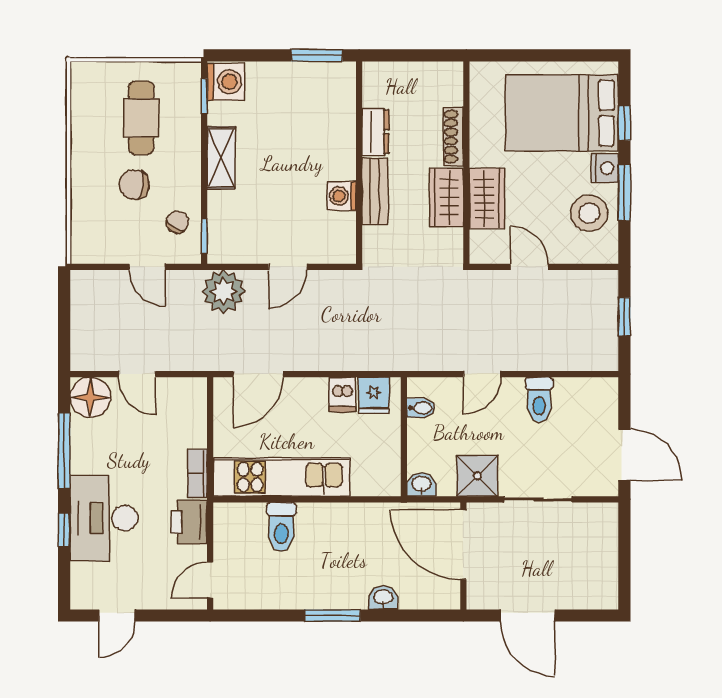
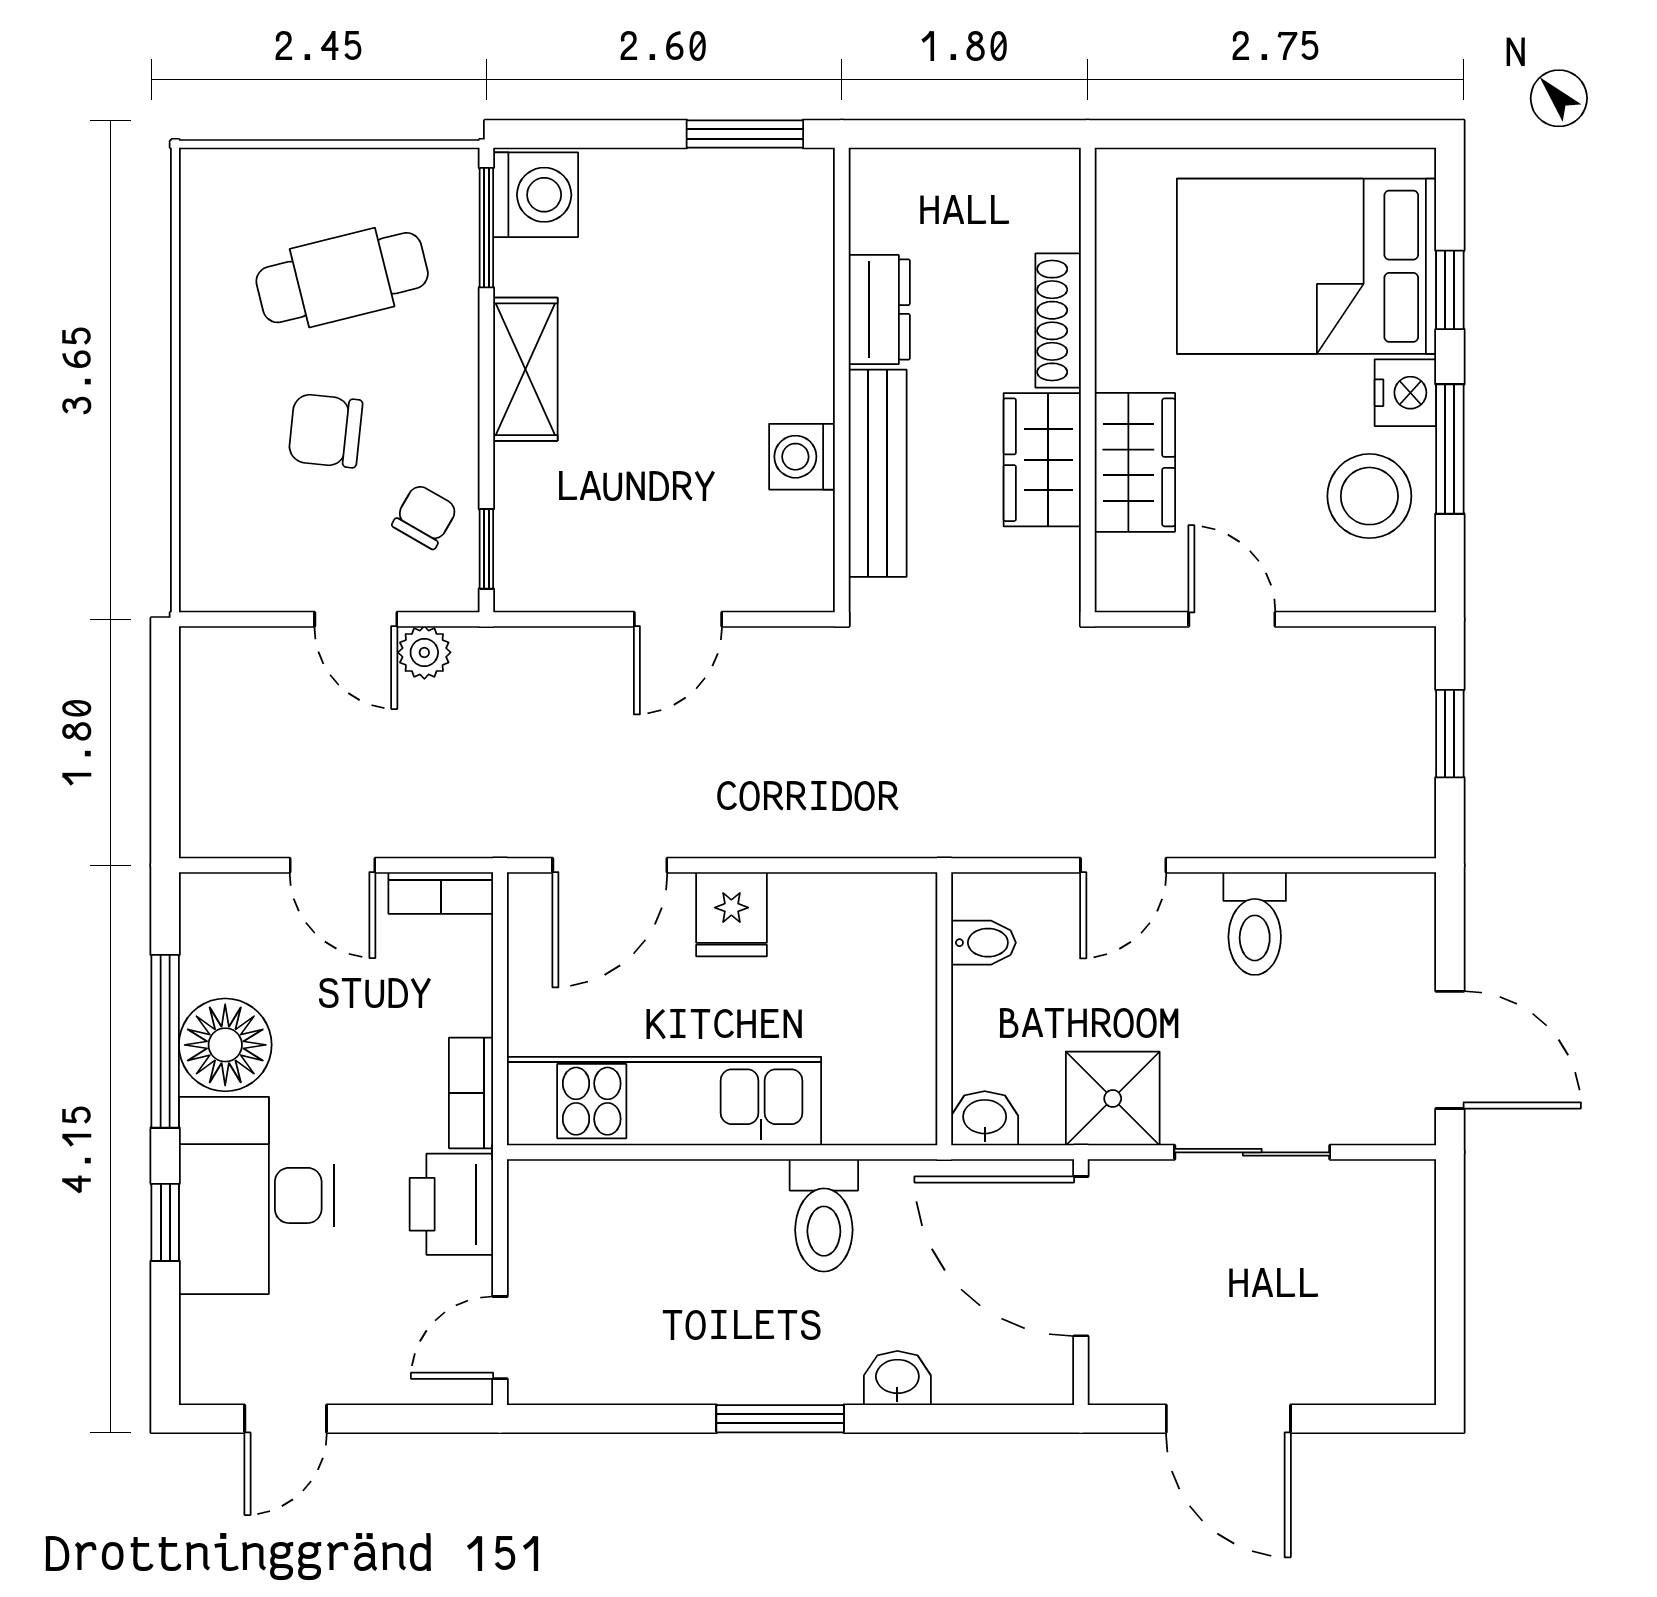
window: (204, 96) -> (486, 228), width x1.50
cafe table: (141, 118) -> (342, 278), turned 76
bench: (375, 191) -> (878, 473), width x1.36
plant: (224, 291) -> (424, 652), moved, width x0.53, depth x0.53
bookcase: (184, 386) -> (441, 893), added
dishwasher: (342, 394) -> (803, 912), removed
fridge: (374, 395) -> (731, 914), moved
floor lamp: (90, 397) -> (225, 1045), moved
toilet: (281, 527) -> (824, 1215), moved

